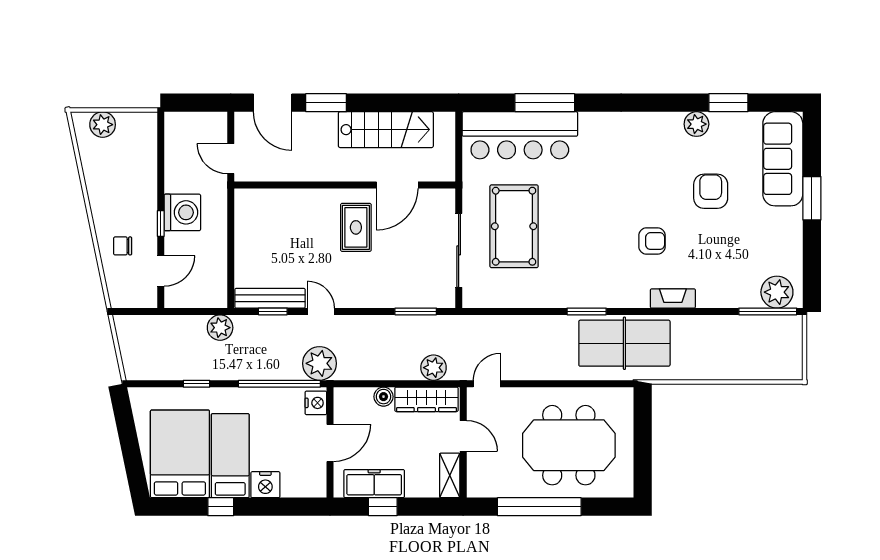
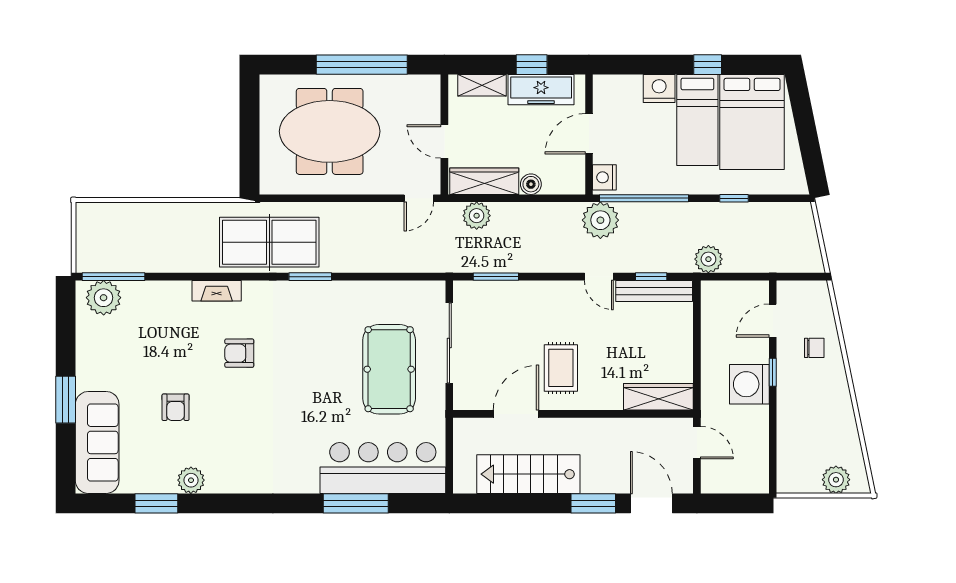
armchair: (711, 191) -> (176, 407), width x0.72, depth x0.72
wardrobe: (266, 201) -> (658, 397), added
shelving: (450, 475) -> (482, 85), moved, turned 90

